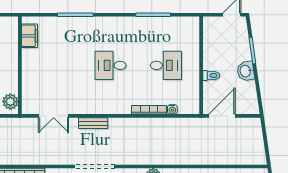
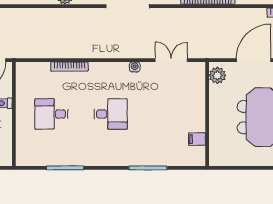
filing cabinet: (29, 36) -> (197, 139), width x0.50
water cooler: (172, 109) -> (135, 67), moved
bench: (93, 123) -> (129, 52), removed

